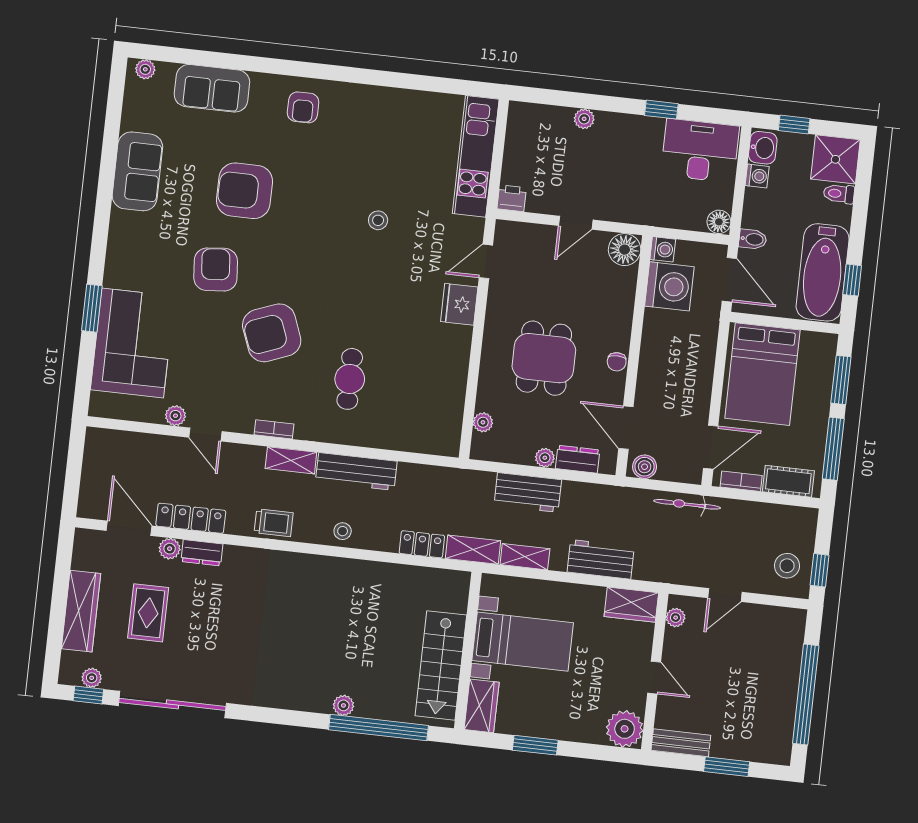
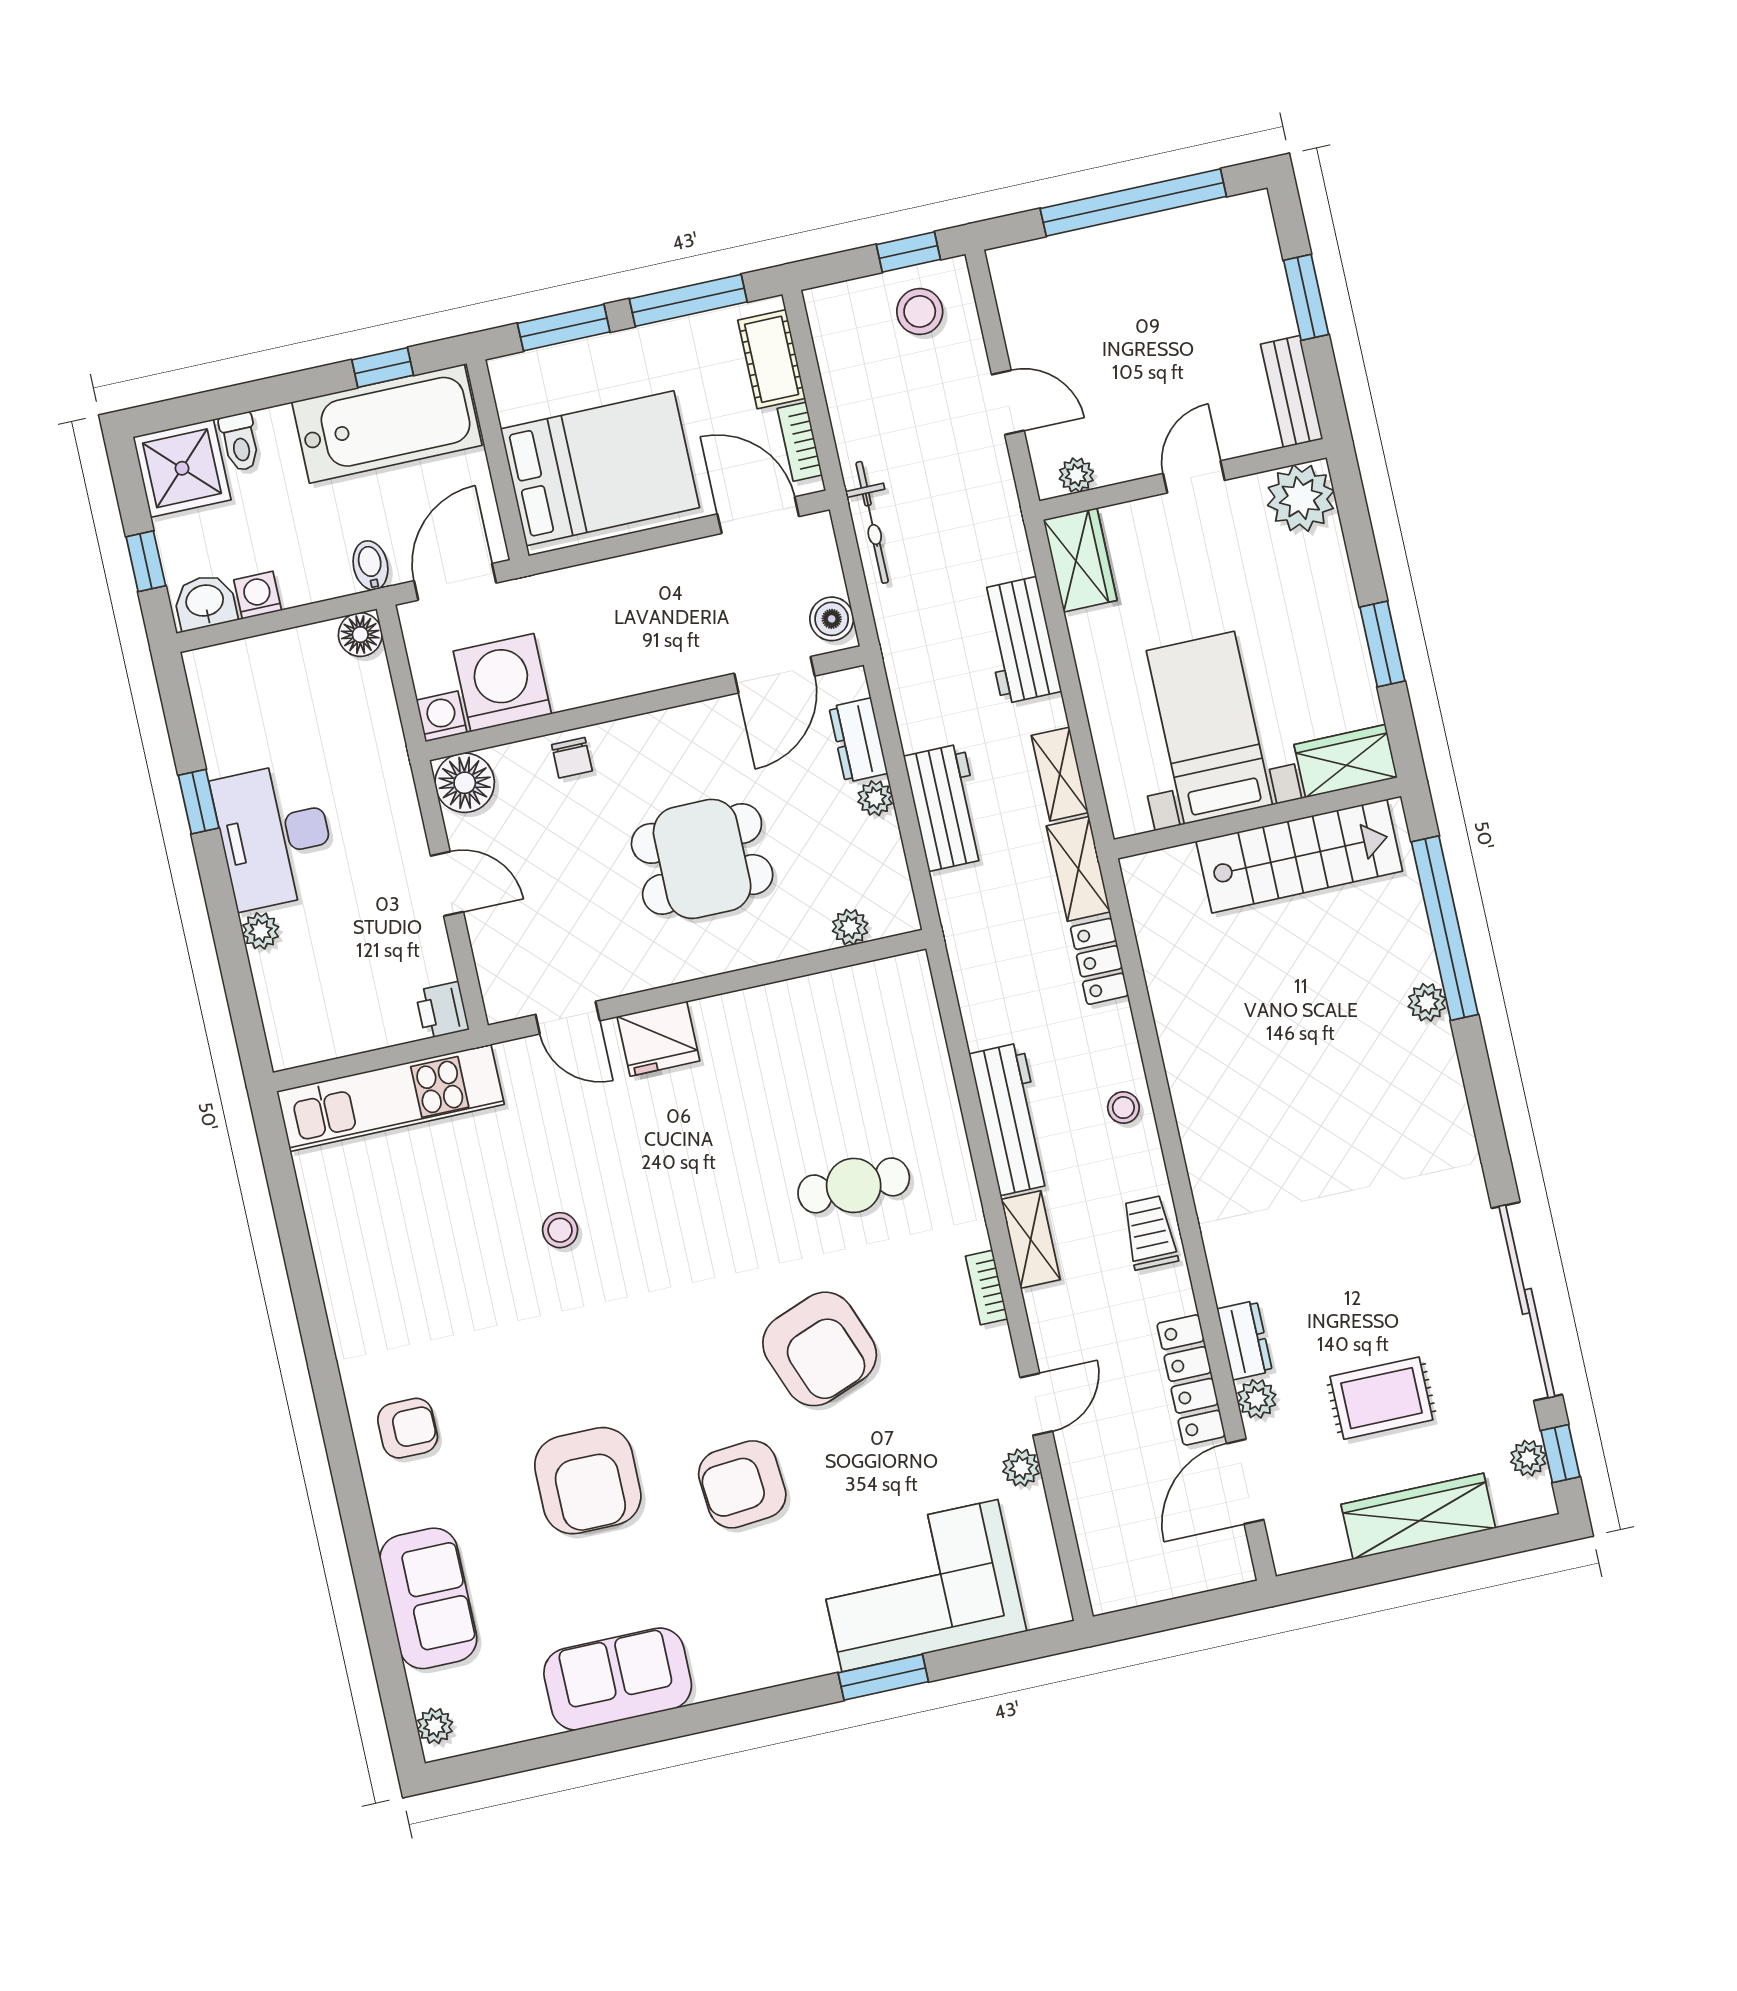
desk: (700, 151) -> (275, 836), moved
chair: (617, 362) -> (572, 758), moved, turned 90

